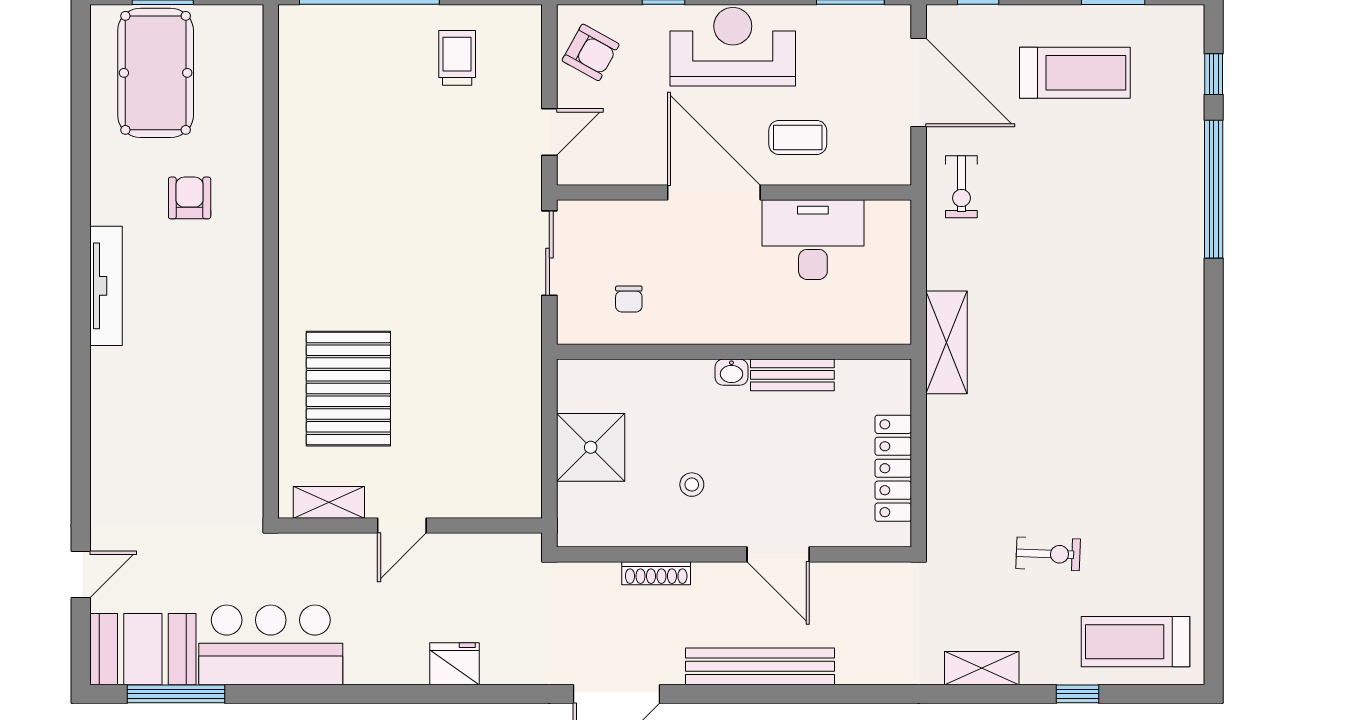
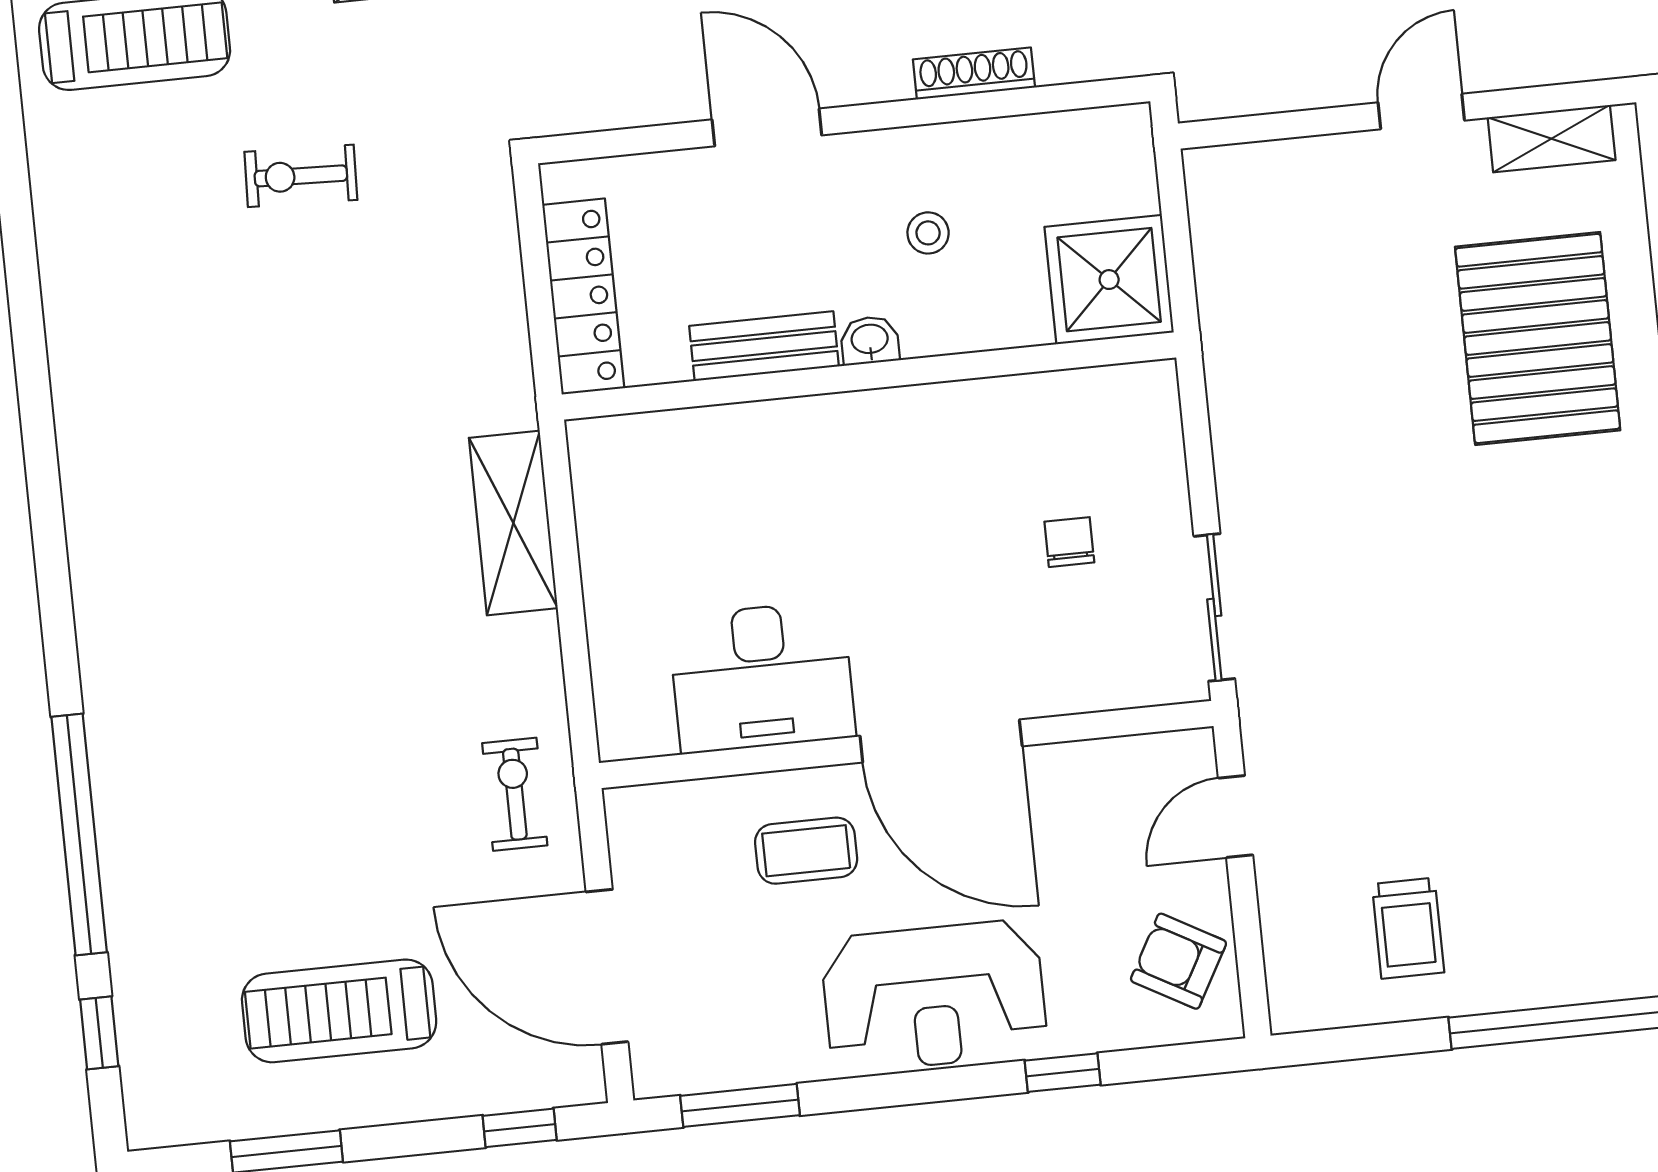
wall: (734, 352) -> (869, 376), moved
washbasin: (731, 372) -> (870, 340), moved
bench: (792, 375) -> (764, 346), moved

